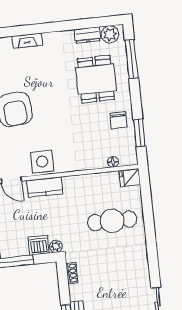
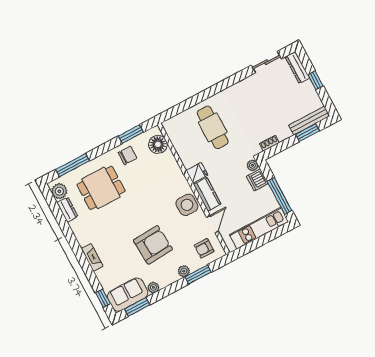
floor lamp: (113, 162) -> (158, 144), width x1.89, depth x1.89
fridge: (130, 178) -> (197, 173), moved, turned -90

